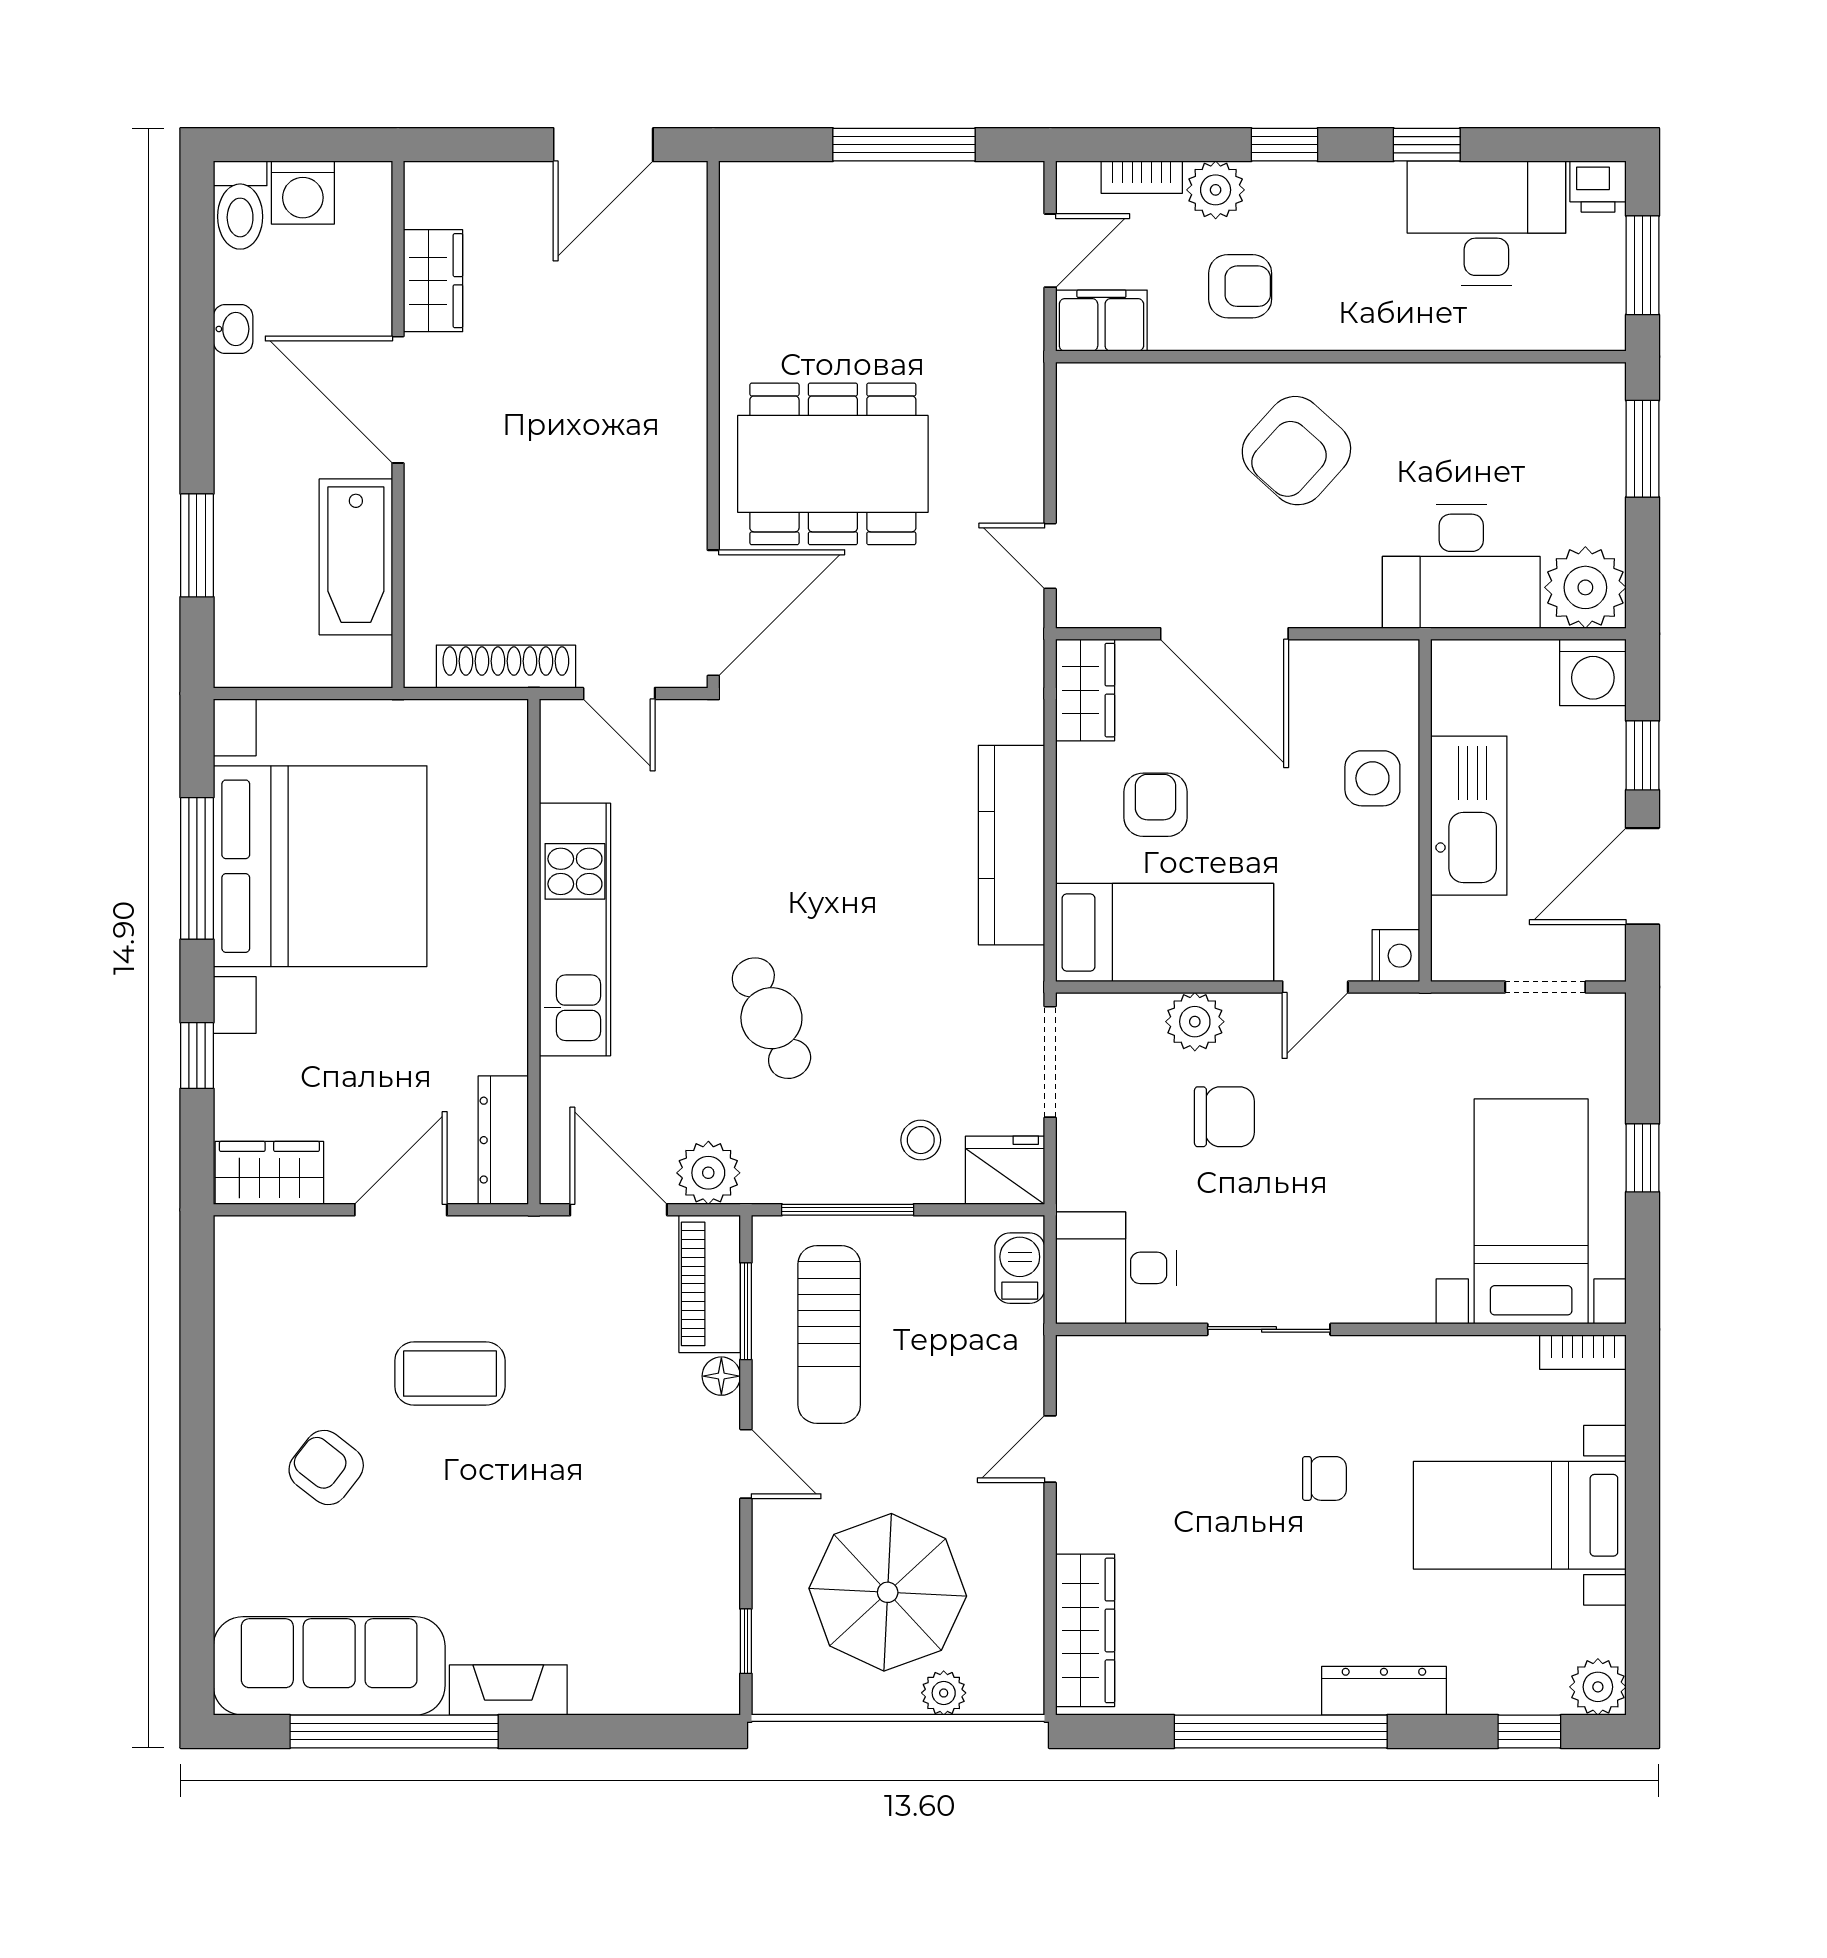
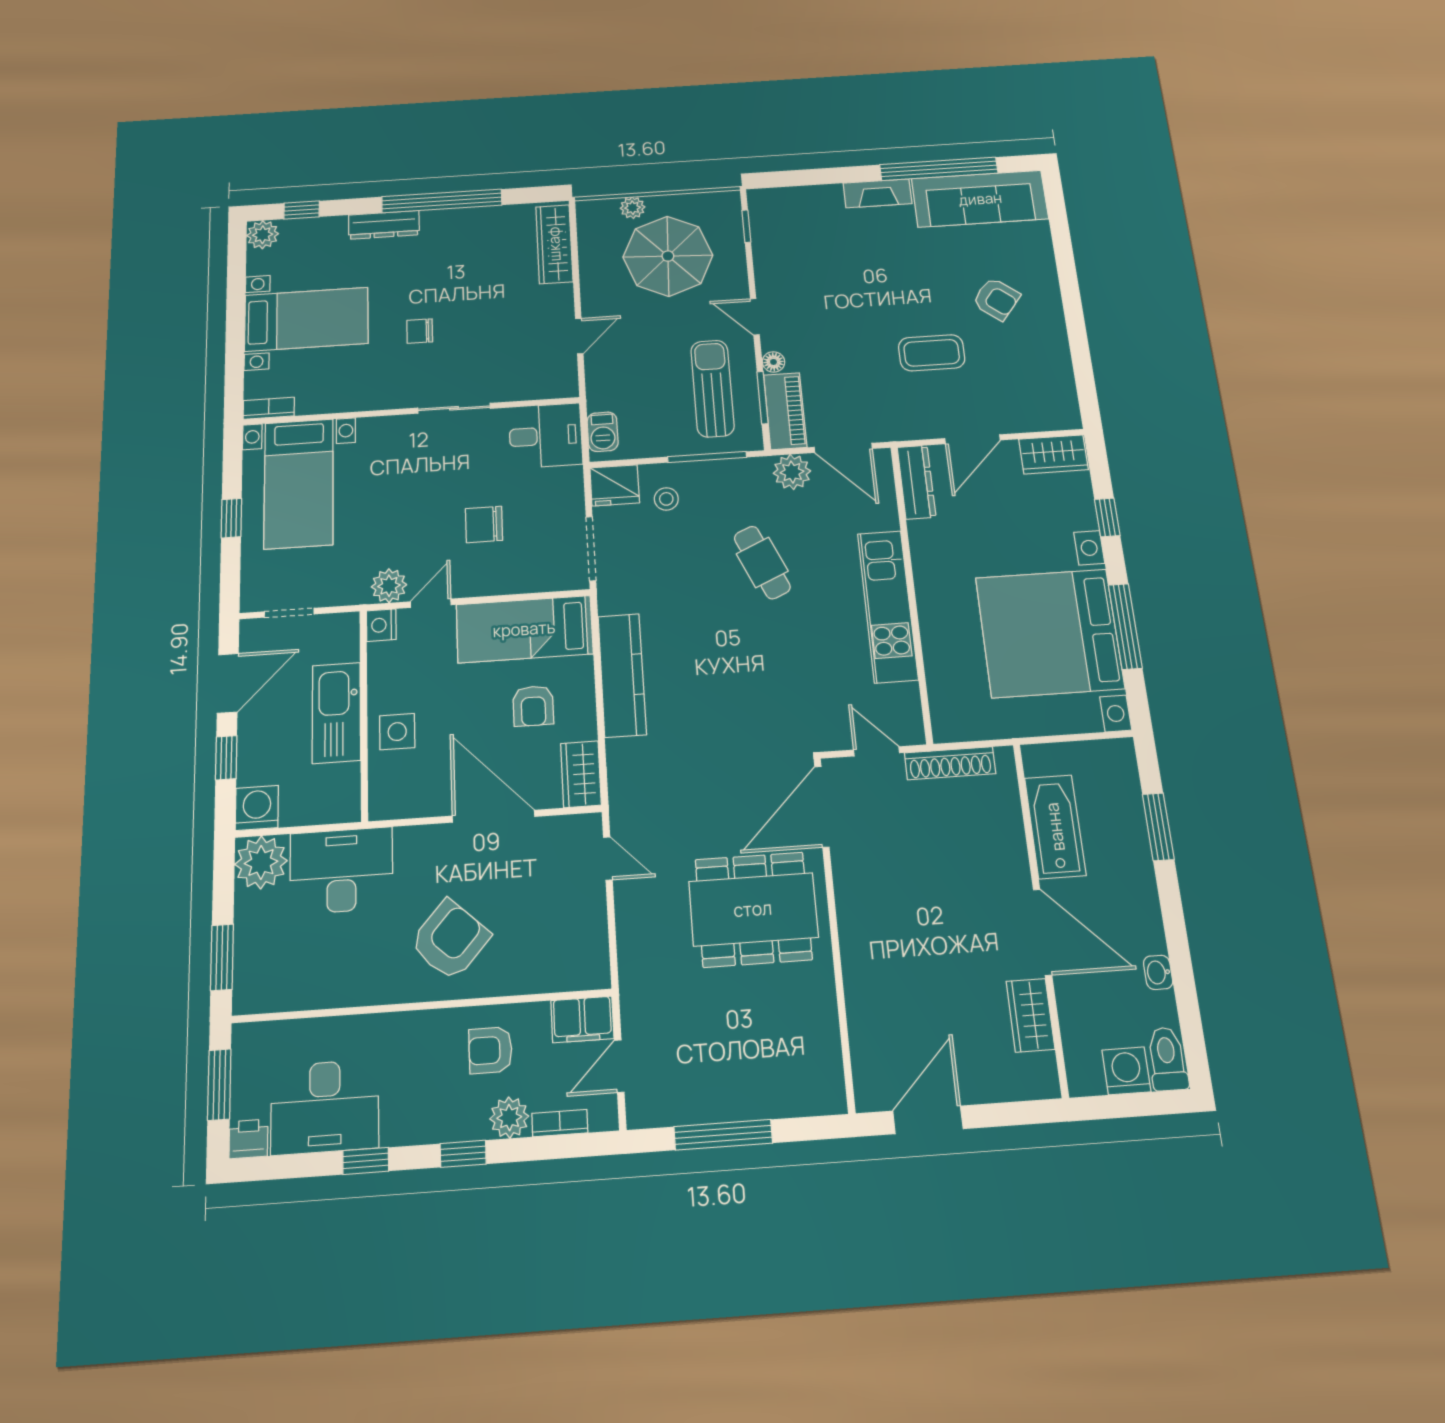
plant: (1195, 1022) -> (389, 586), moved

